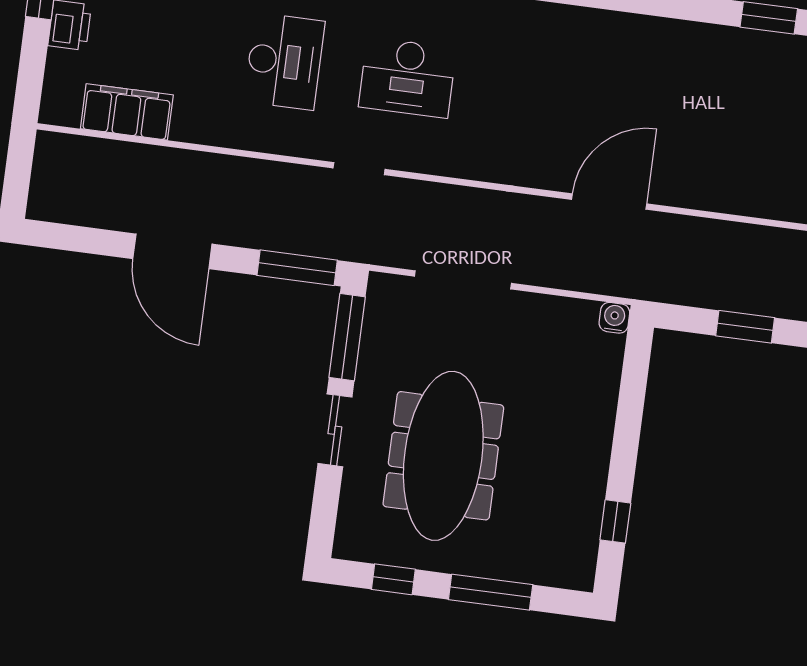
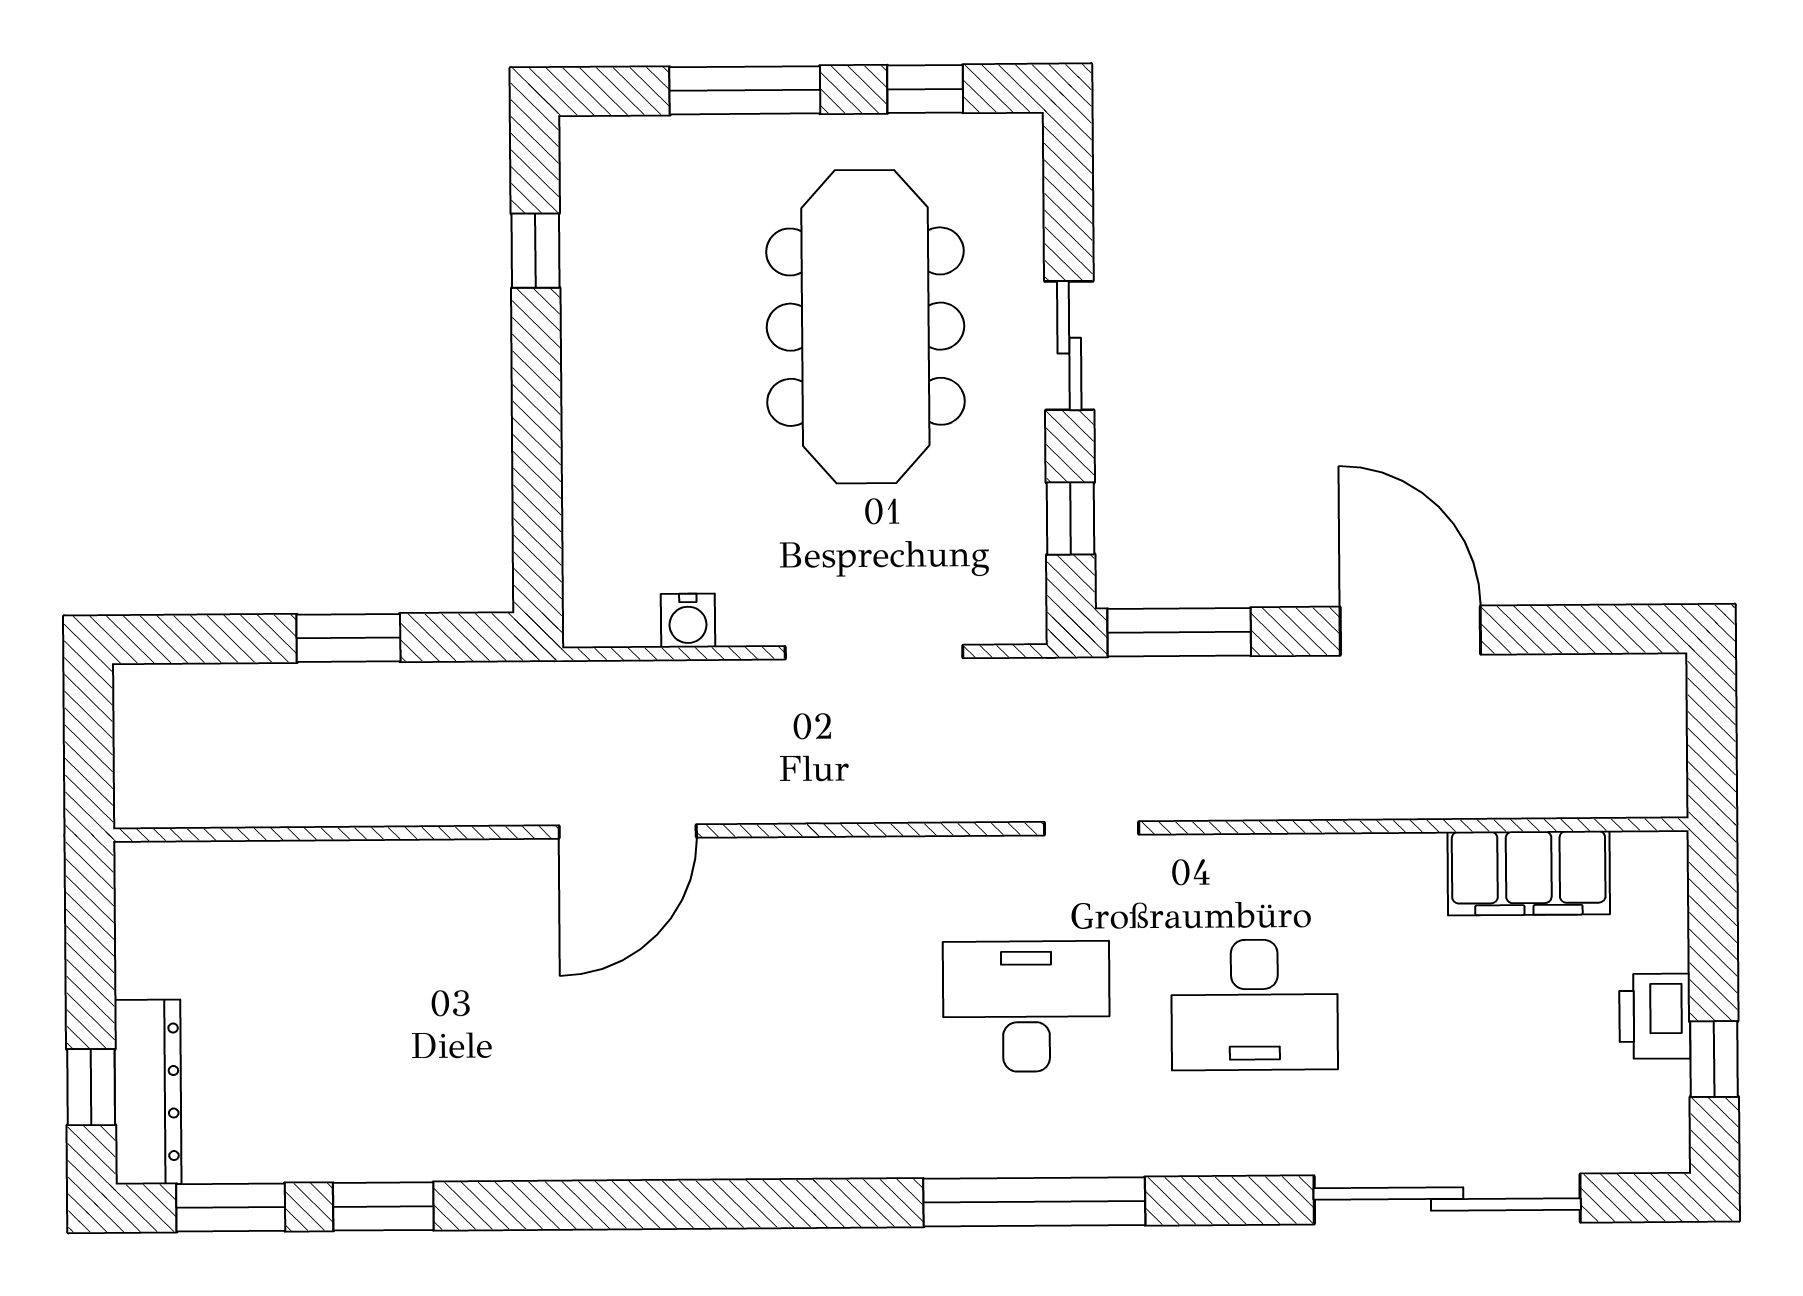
desk: (284, 61) -> (1255, 1005), turned -90
water cooler: (614, 318) -> (688, 621), moved
window: (347, 337) -> (1070, 518), width x0.46

